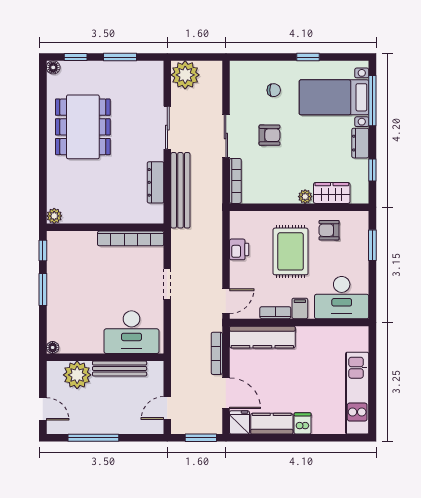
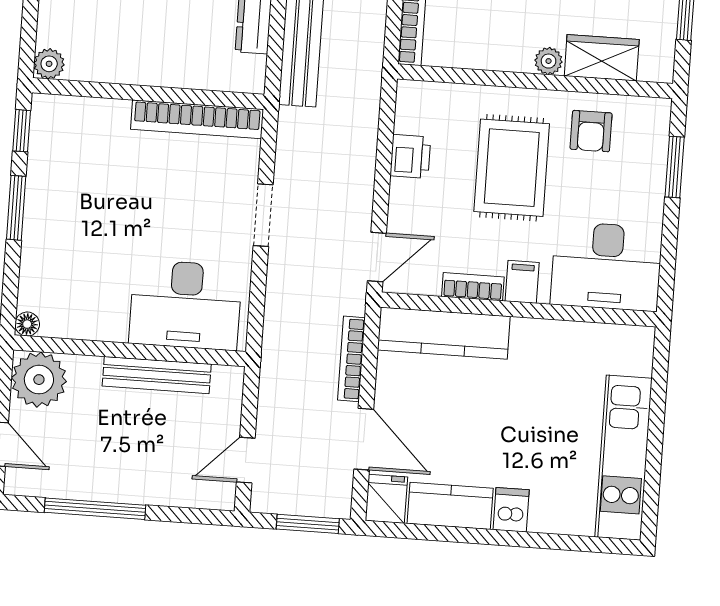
armchair: (329, 230) -> (591, 131), turned -90
plant: (77, 375) -> (39, 380), moved

